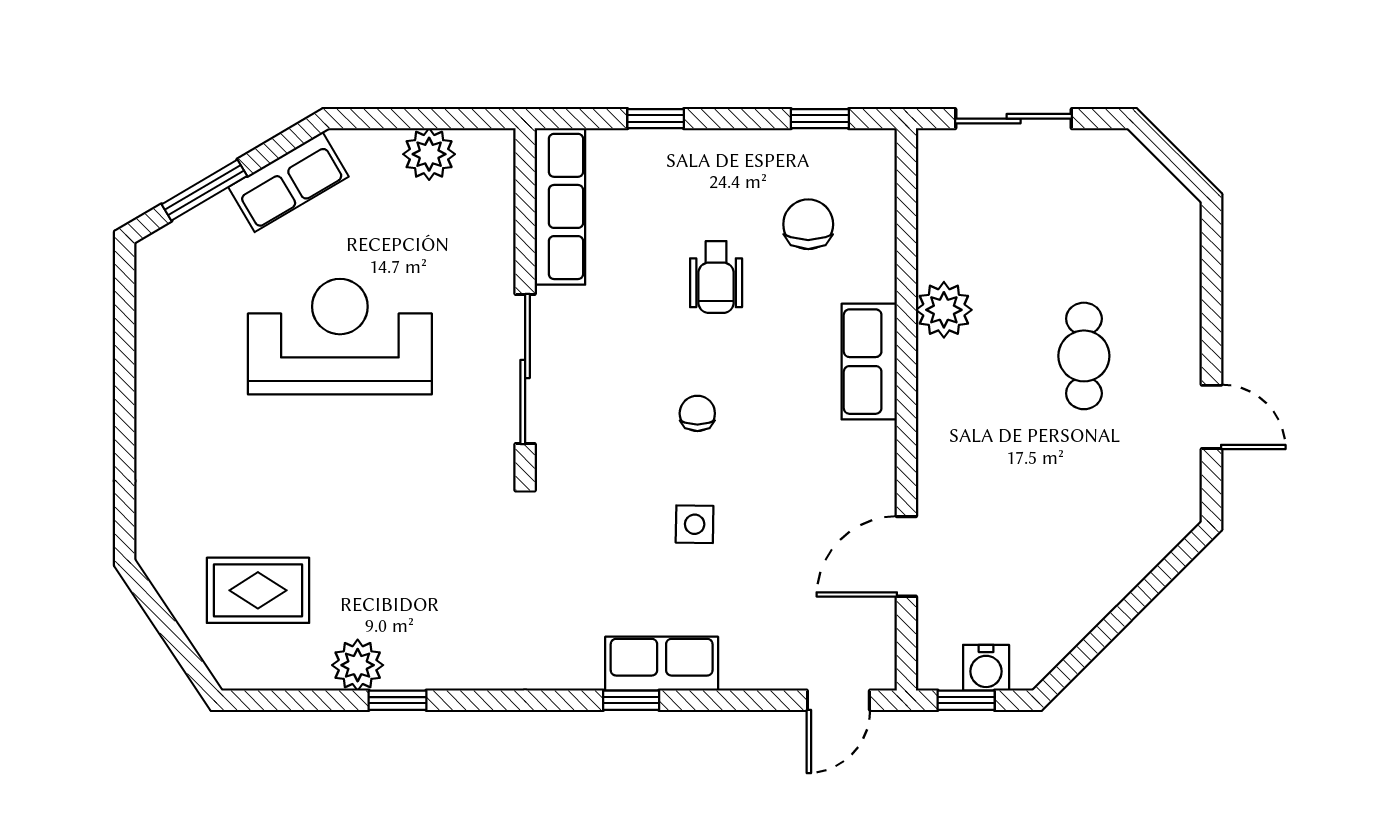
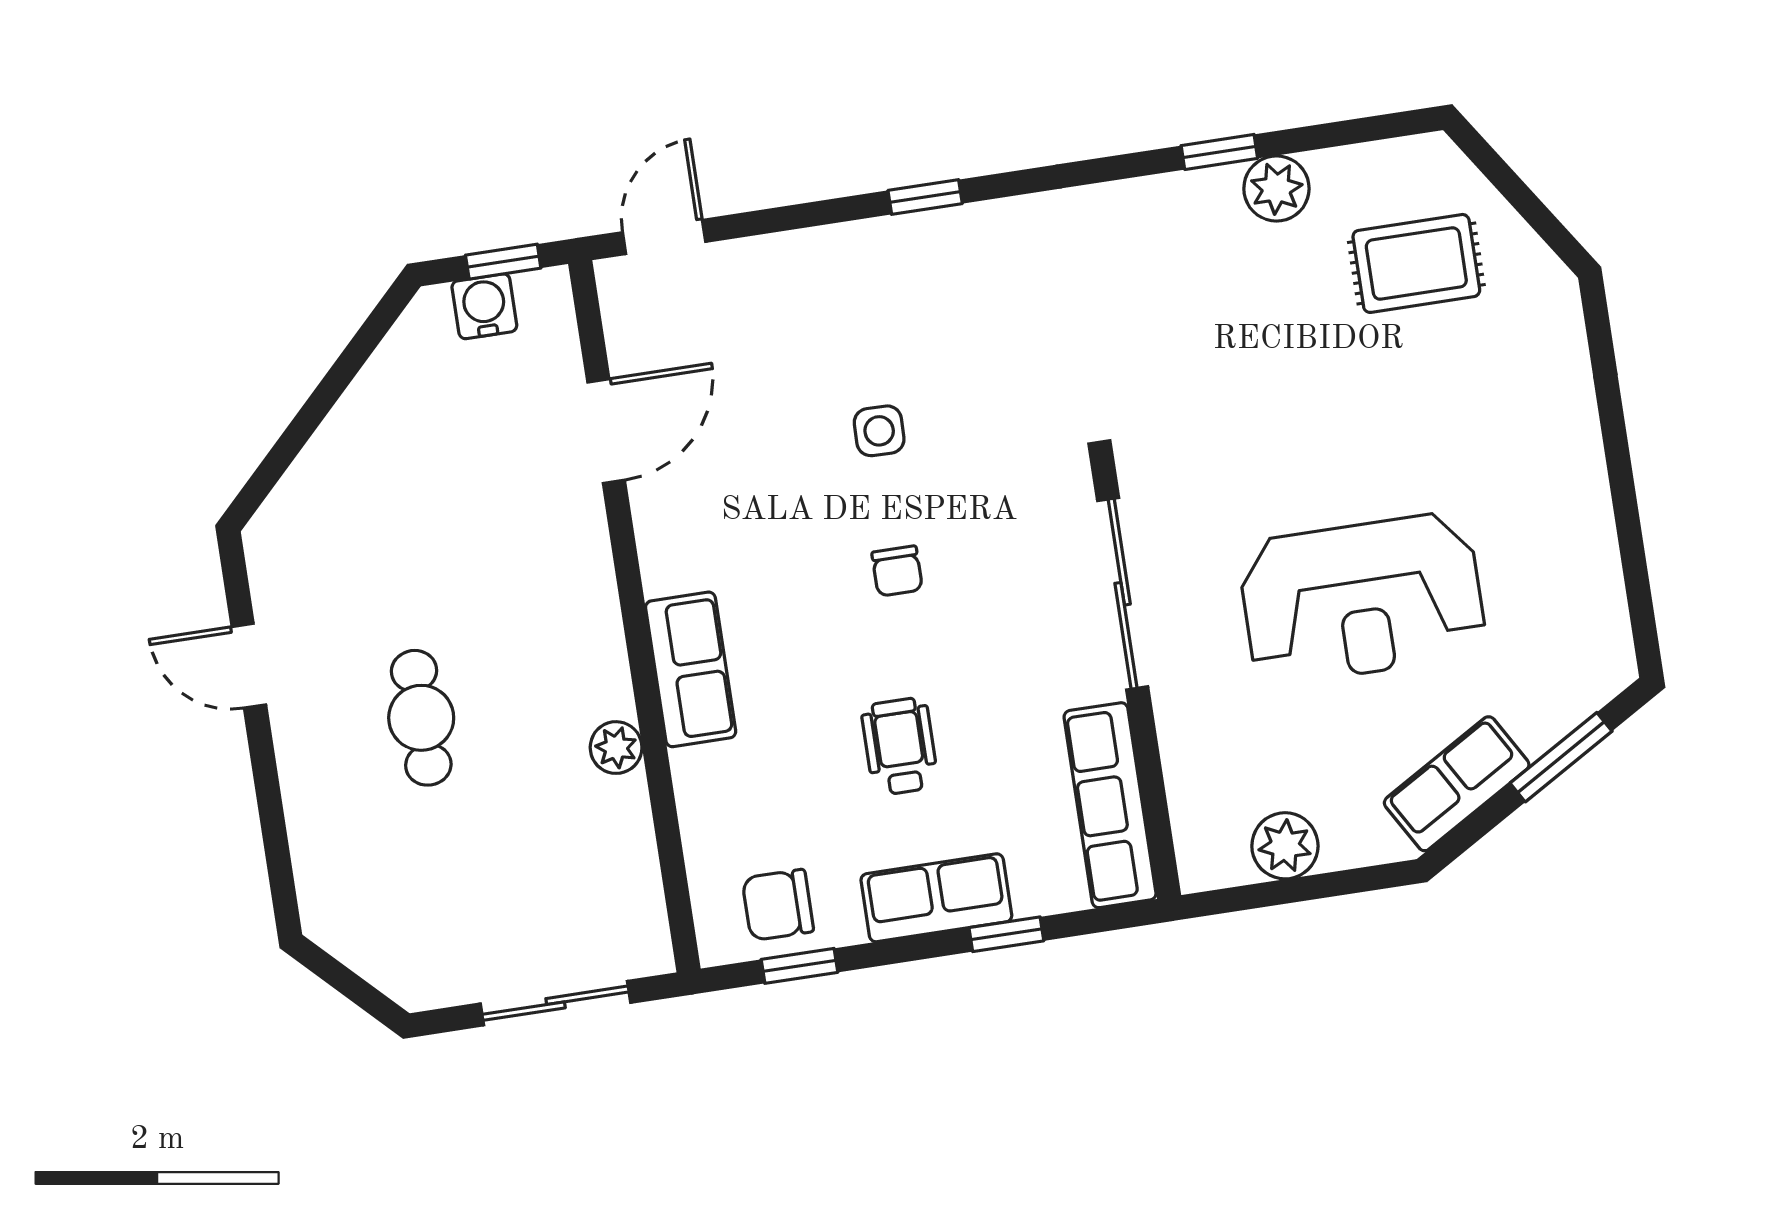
chair: (808, 224) -> (778, 905), moved, turned 90
plant: (944, 310) -> (616, 748), width x0.73, depth x0.73
row of seats: (662, 664) -> (936, 898), moved, turned 180

